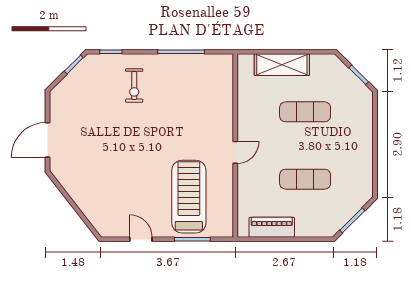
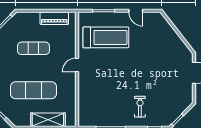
exercise mat: (305, 112) -> (33, 90), width x1.36, depth x1.45
treadmill: (189, 197) -> (106, 37), turned -90

